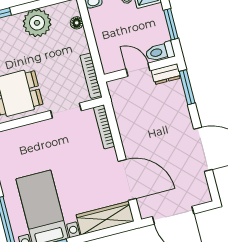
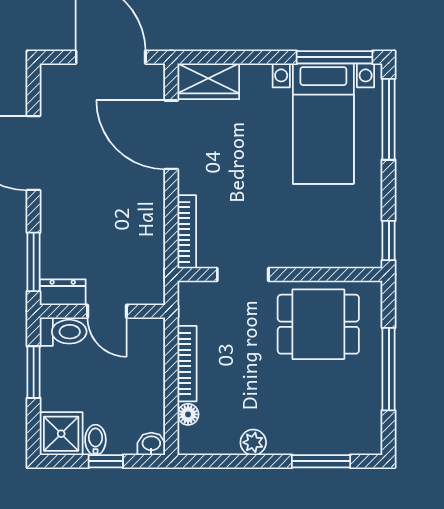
plant: (37, 23) -> (253, 442), width x0.53, depth x0.53
bookcase: (91, 76) -> (187, 364), moved
wardrobe: (105, 218) -> (208, 81), width x0.67

